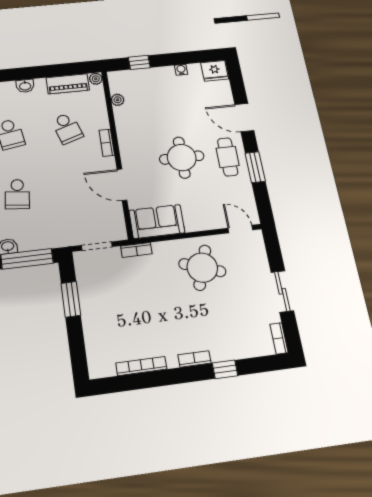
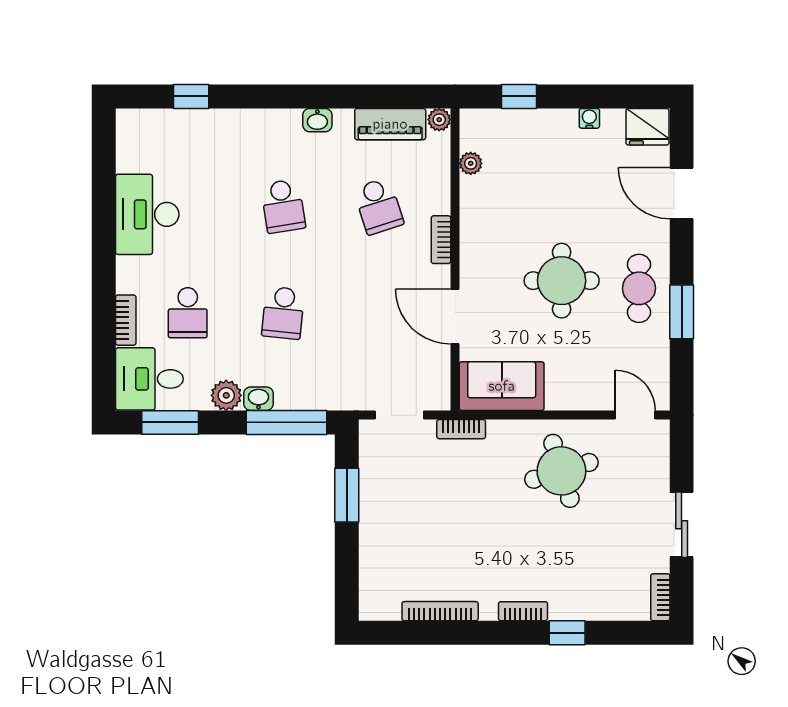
door: (244, 118) -> (682, 193), moved
round table: (202, 268) -> (561, 471), turned -36

